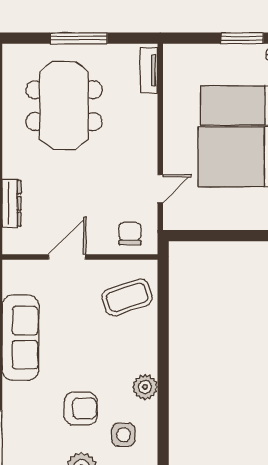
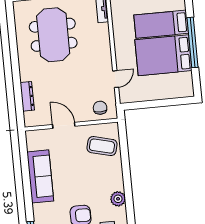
door: (67, 257) -> (64, 125), hinge flipped
coffee table: (127, 297) -> (102, 146), turned 32

